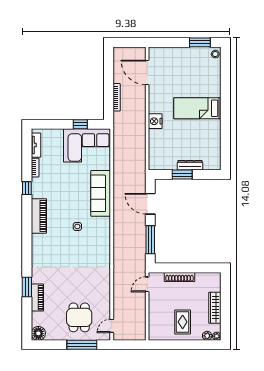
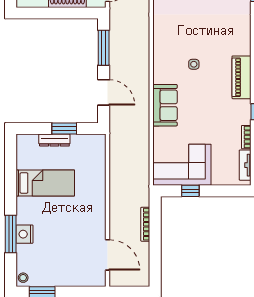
window: (225, 89) -> (11, 234), added
bed: (197, 108) -> (45, 183), moved
nightstand: (155, 121) -> (24, 234), moved, turned 180
sofa: (101, 193) -> (165, 105), width x0.73

